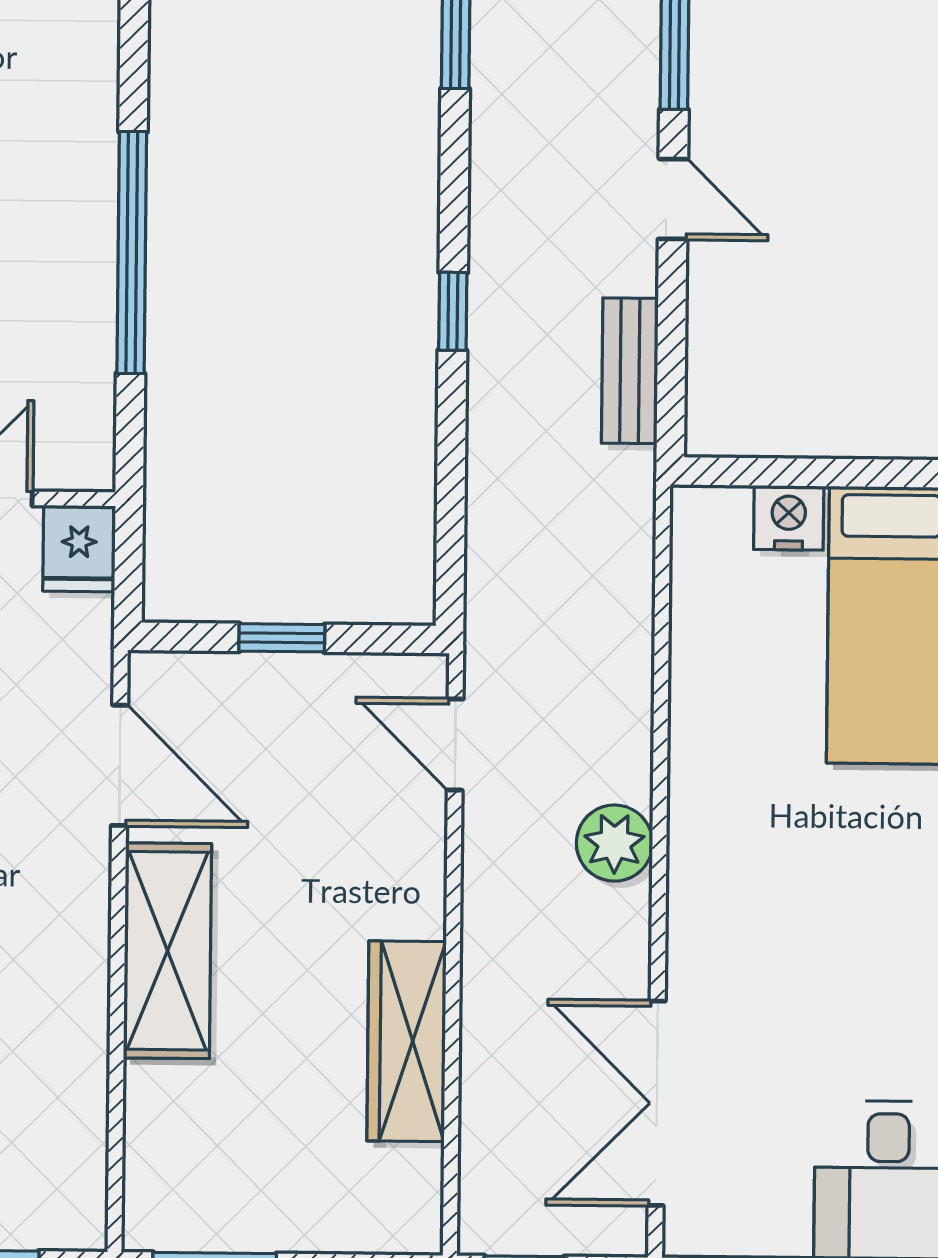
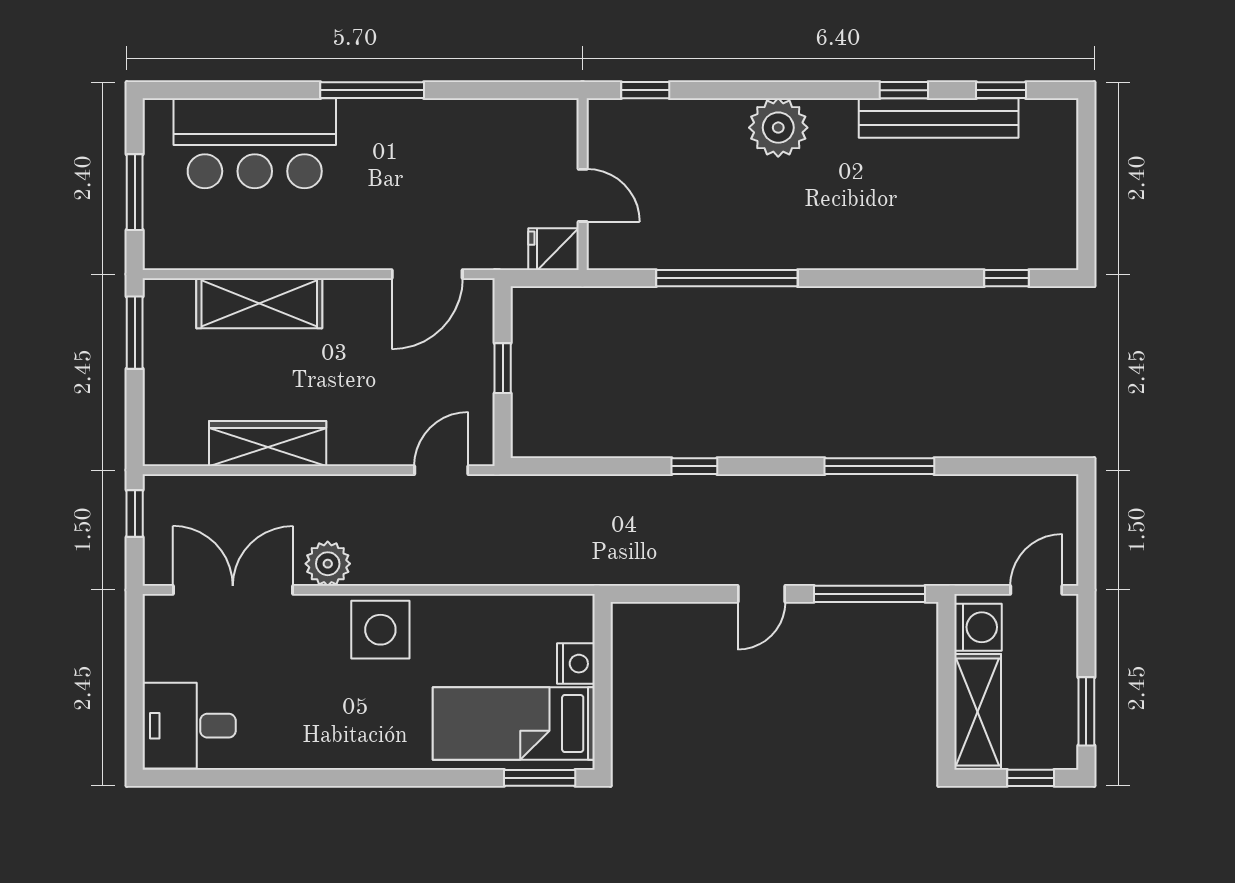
bench: (630, 371) -> (661, 570), removed
plant: (614, 843) -> (328, 564), moved
side table: (727, 852) -> (380, 630), added
shelving: (167, 951) -> (259, 303), moved

